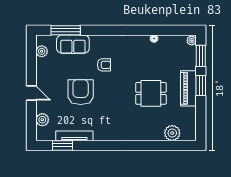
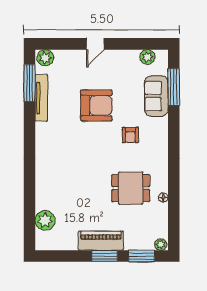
dining table: (151, 93) -> (131, 188), moved, turned 90
plant: (42, 120) -> (45, 58), moved
window: (63, 145) -> (29, 83), width x1.44

